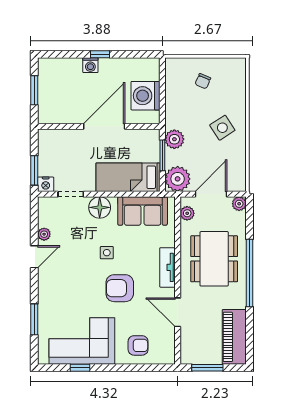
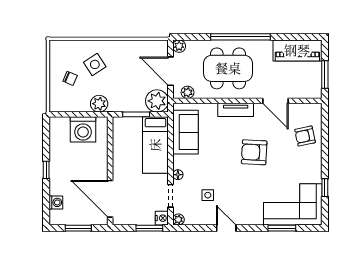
washing machine: (90, 65) -> (56, 202), moved
door: (104, 126) -> (110, 199), moved
side table: (222, 128) -> (95, 64), moved
plant: (174, 139) -> (99, 104), moved
floor lamp: (100, 207) -> (178, 175), width x0.53, depth x0.53
plant: (44, 234) -> (178, 220), moved
side table: (107, 253) -> (208, 195), moved
armchair: (120, 288) -> (254, 152), turned 93
door: (178, 312) -> (276, 101), hinge flipped
corner sofa: (82, 341) -> (293, 204), moved, turned 90
armchair: (138, 345) -> (305, 136), turned -102

